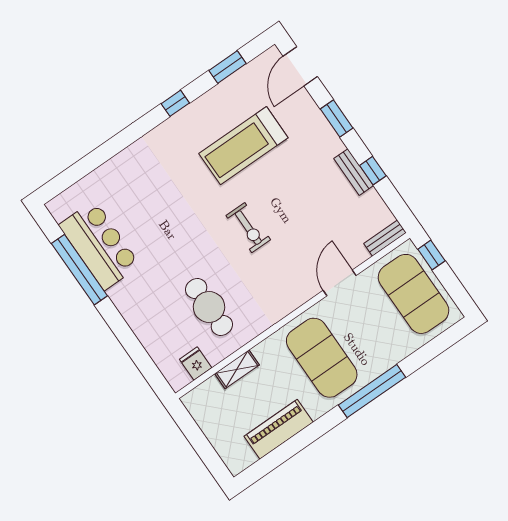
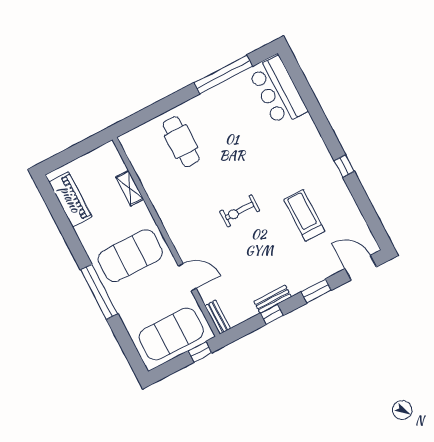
window: (227, 67) -> (367, 211), removed
treadmill: (243, 146) -> (304, 215), width x0.73, depth x0.73
bar counter: (99, 245) -> (278, 91), moved, turned 90
cafe table: (209, 307) -> (181, 142), moved, turned 90
fridge: (196, 364) -> (138, 156), removed
piano: (279, 429) -> (70, 199), moved

